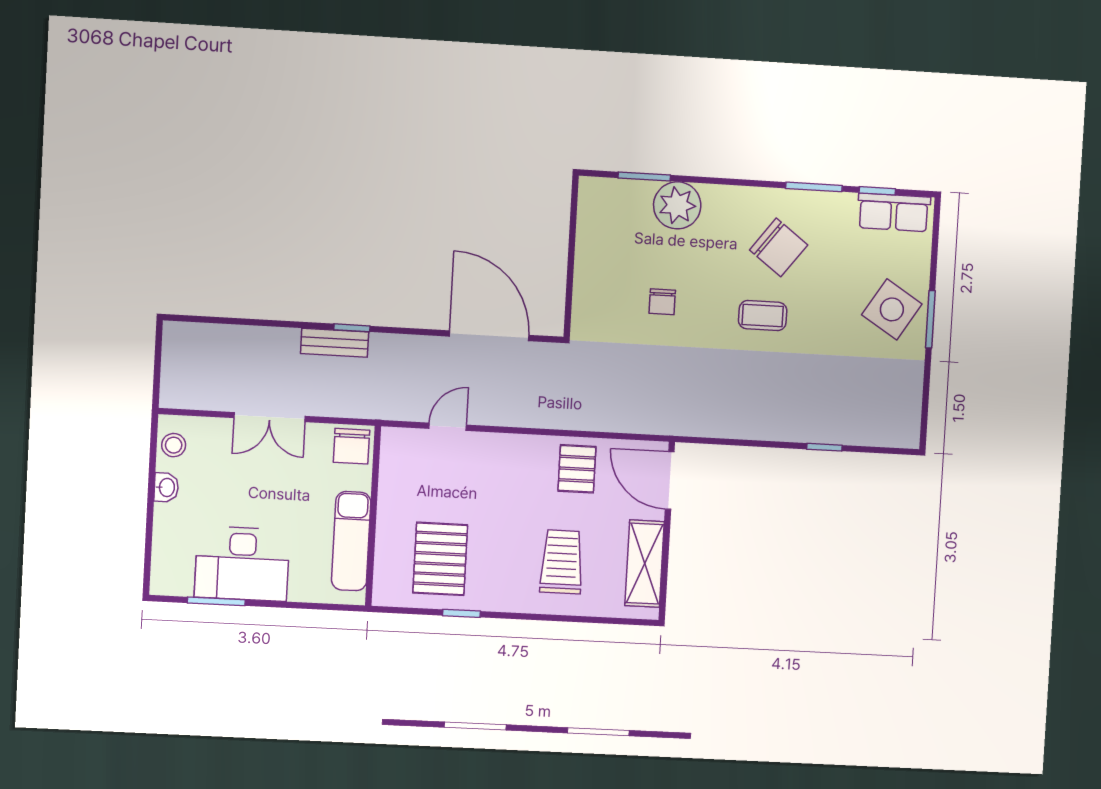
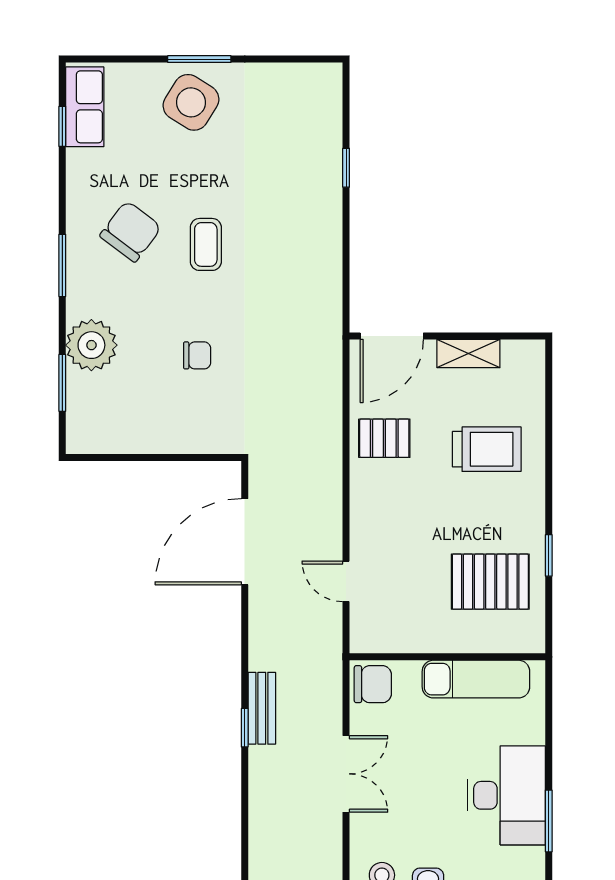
window: (814, 187) -> (62, 265), moved
window: (352, 328) -> (245, 728), moved
trolley: (562, 562) -> (487, 449), turned 180
shelving: (645, 564) -> (468, 354), width x0.67, depth x0.75

